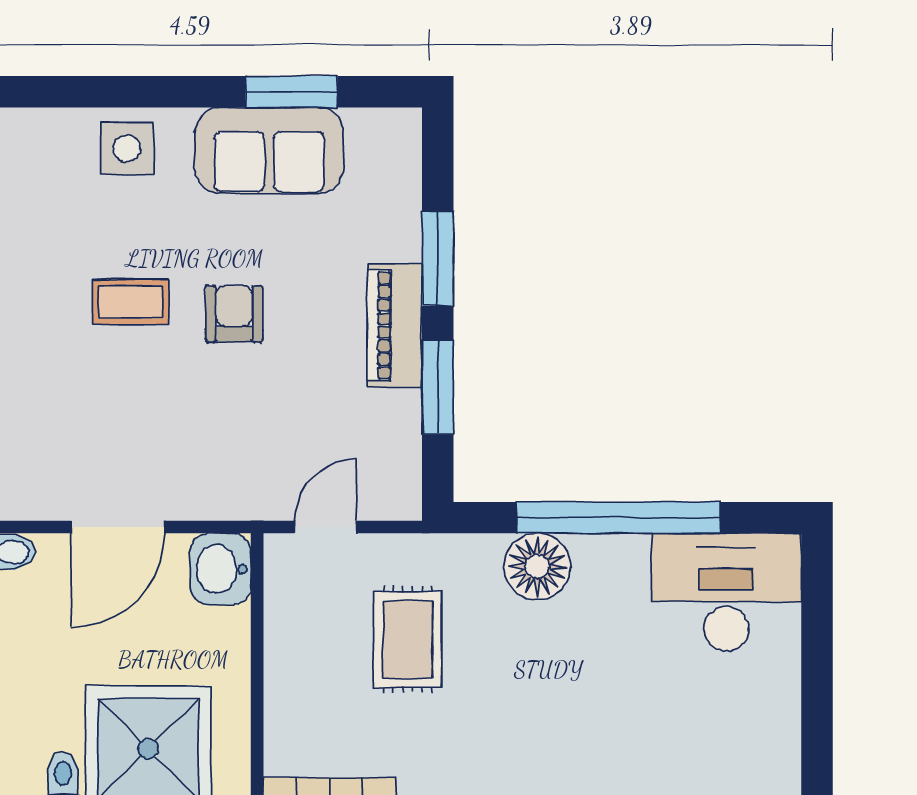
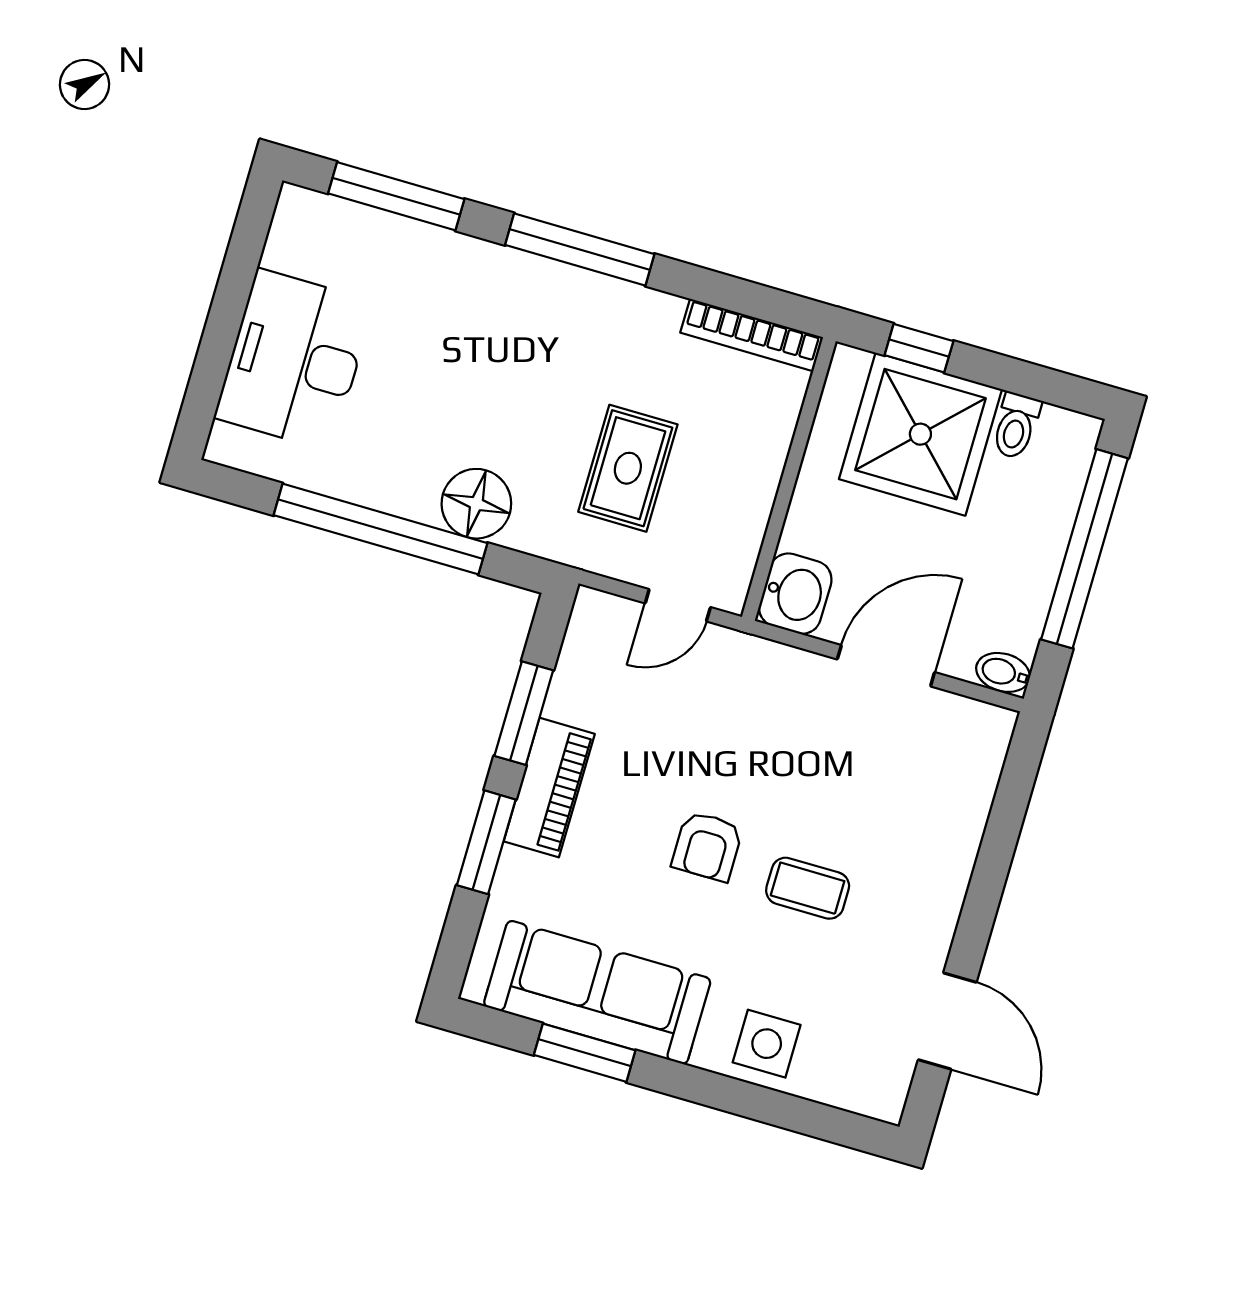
sofa: (269, 150) -> (597, 992), width x1.36
desk: (726, 592) -> (294, 360), moved, turned 90

